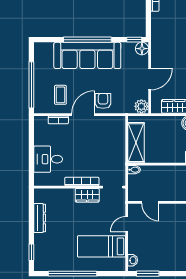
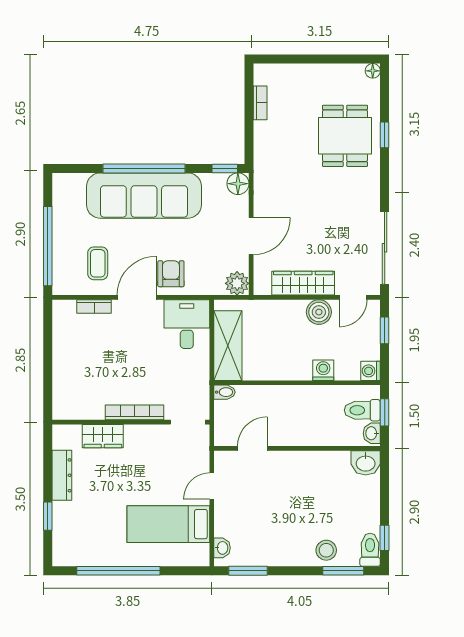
desk: (48, 159) -> (187, 324), moved, turned 90
wardrobe: (87, 195) -> (103, 436), moved
door: (150, 202) -> (252, 448), swing flipped
window: (31, 252) -> (48, 516), moved

